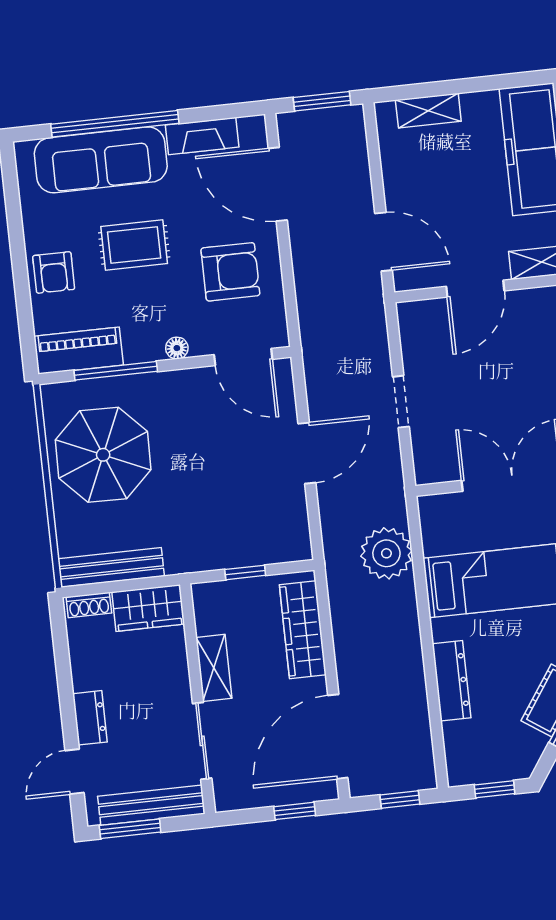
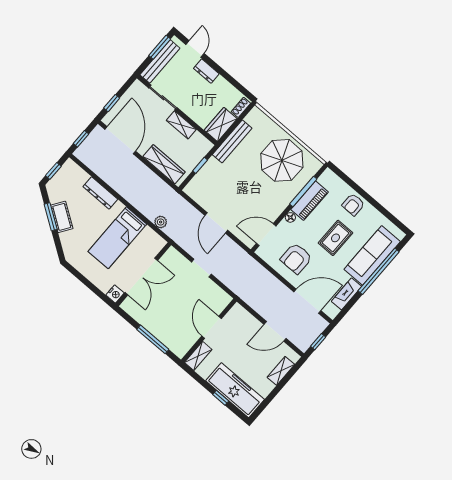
window: (322, 101) -> (318, 342), width x0.67
door: (384, 242) -> (275, 331), moved
armchair: (54, 272) -> (353, 205), turned -90
piano: (79, 351) -> (310, 201), moved
plant: (386, 553) -> (161, 222), width x0.53, depth x0.53
bench: (111, 567) -> (232, 141), moved

